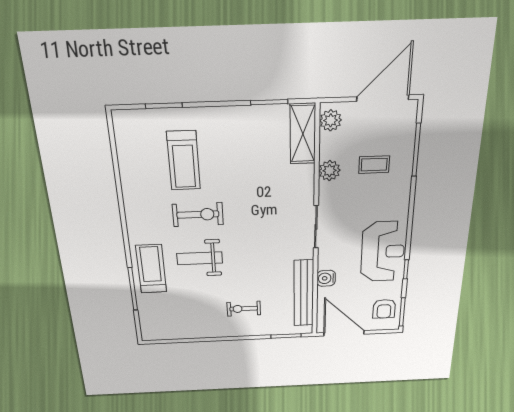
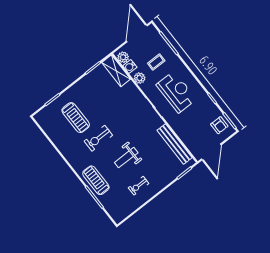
exercise bike: (198, 215) -> (98, 138), turned 180
reception desk: (383, 252) -> (176, 92), moved
weight bench: (200, 258) -> (126, 158), moved
water cooler: (326, 278) -> (130, 67), moved
exercise bike: (244, 309) -> (139, 186), moved
door: (344, 333) -> (211, 152), swing flipped

